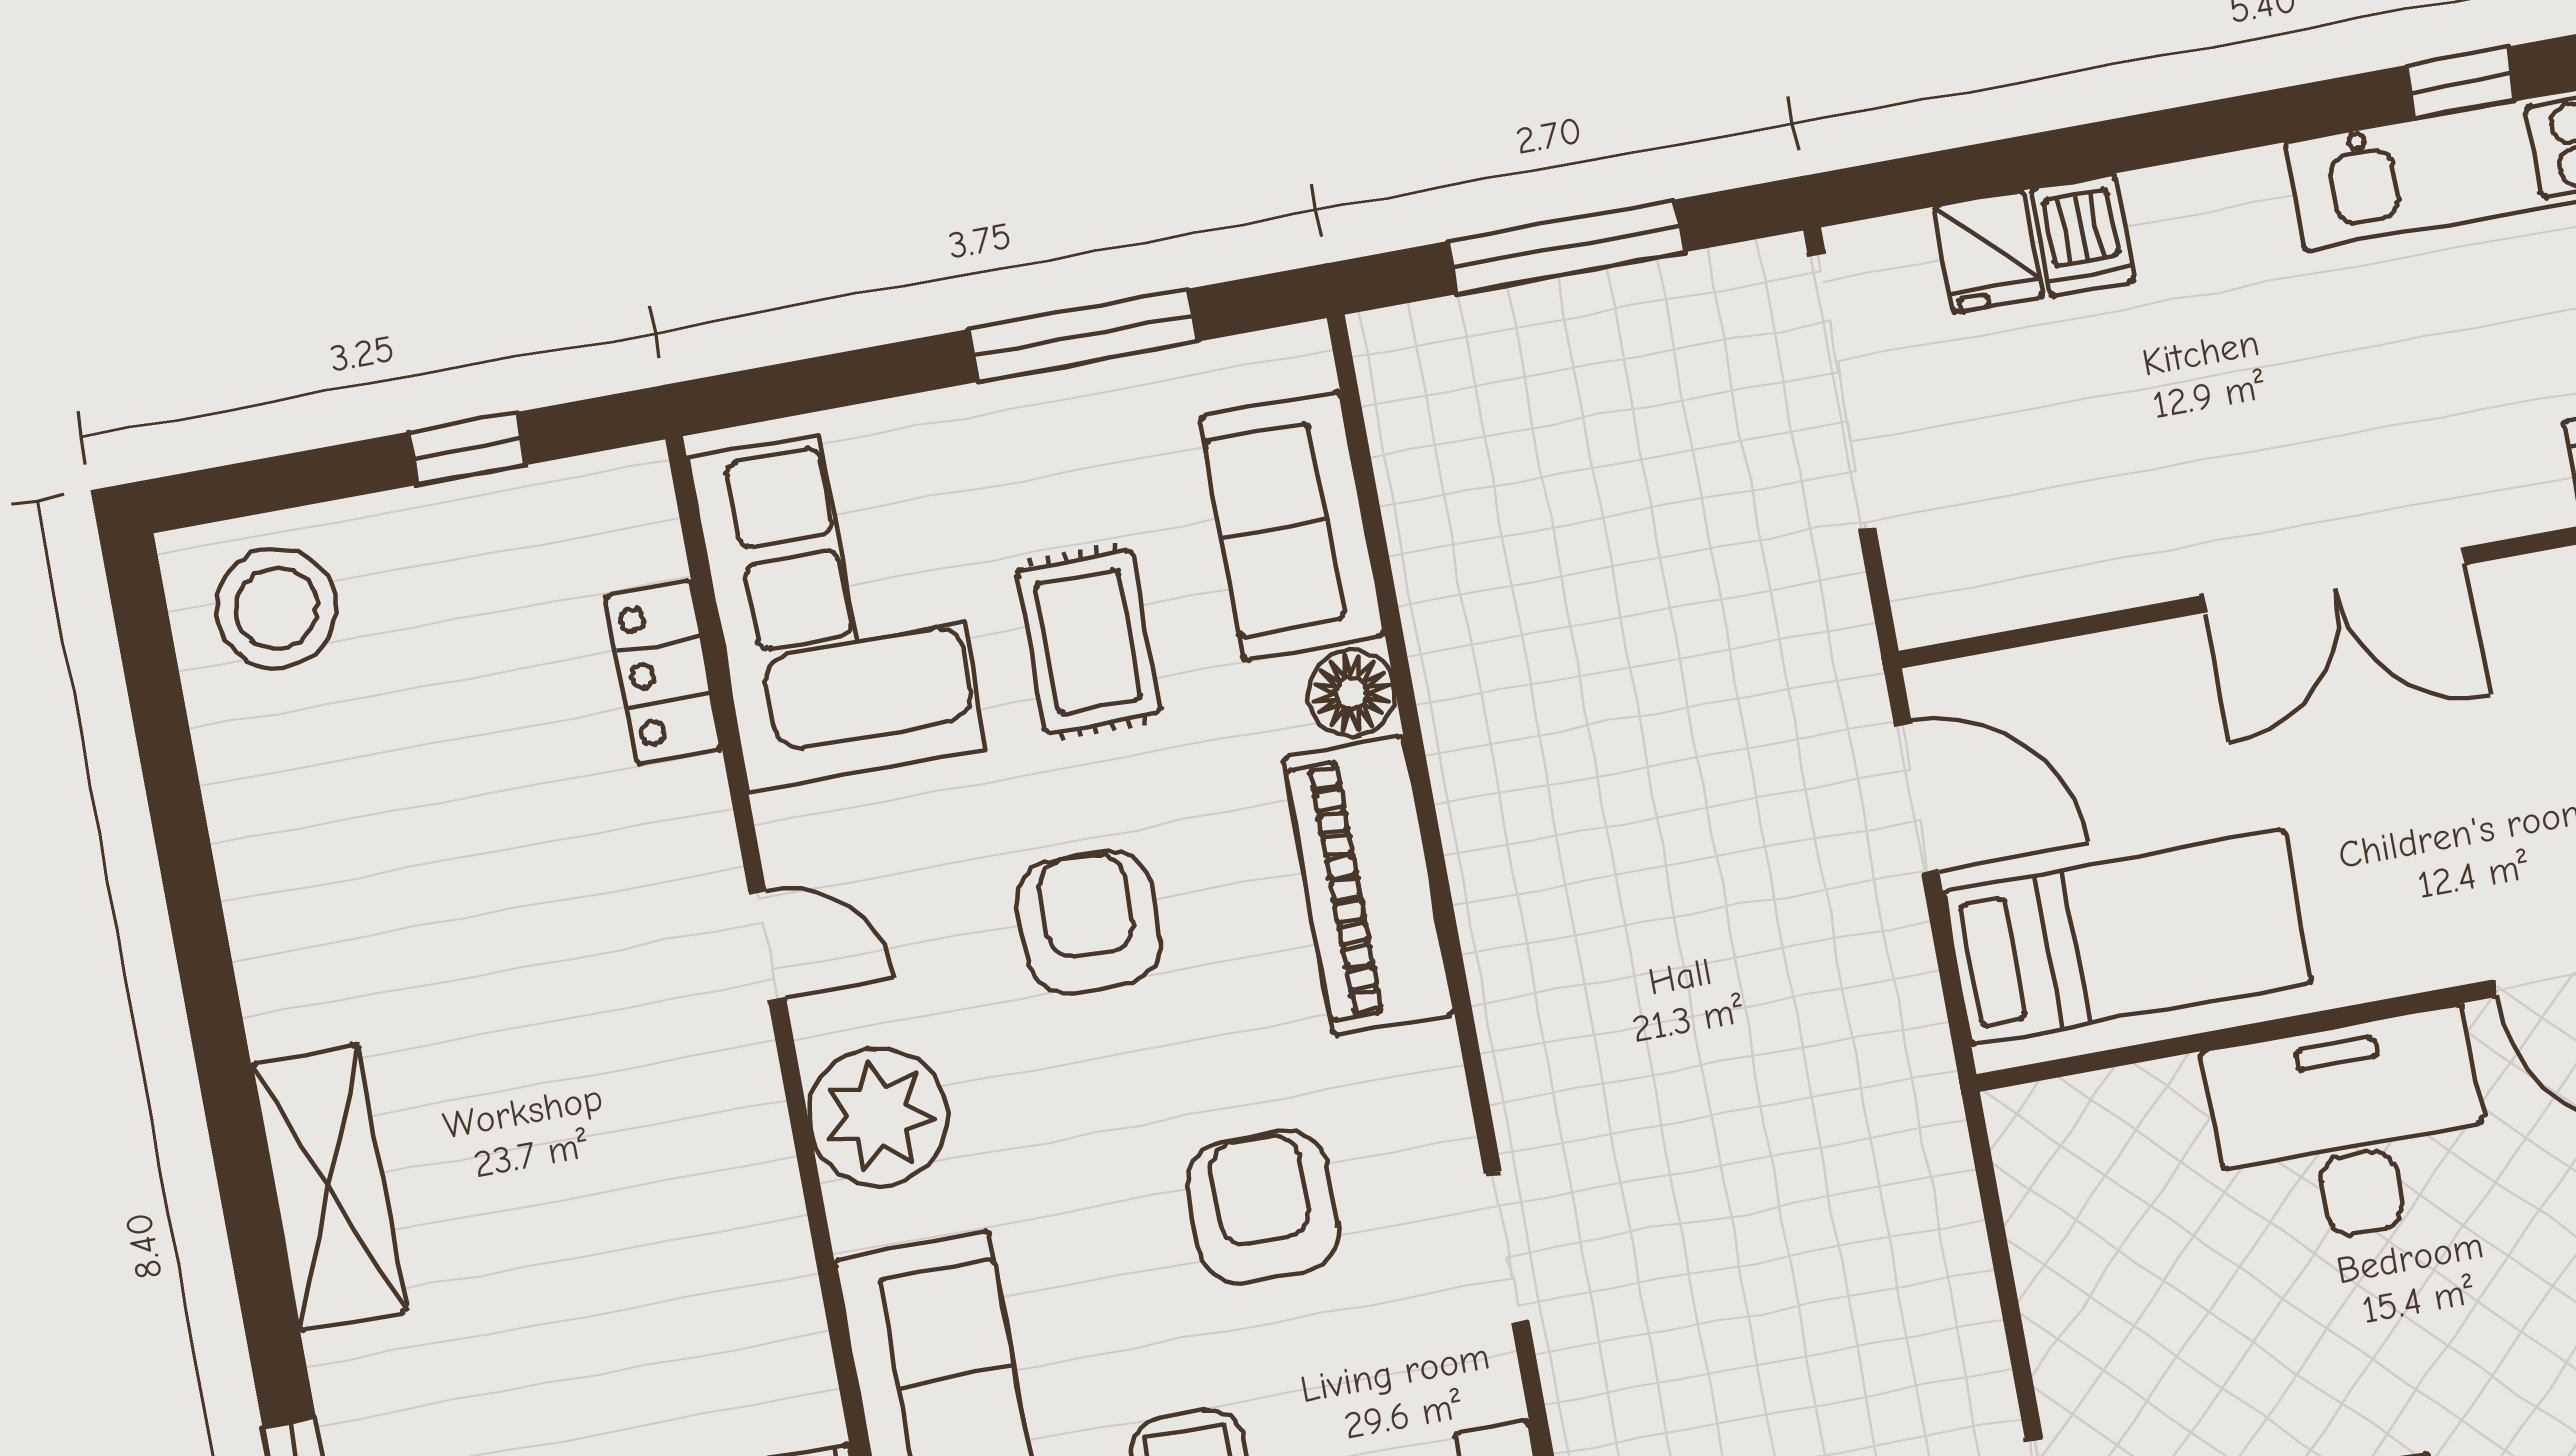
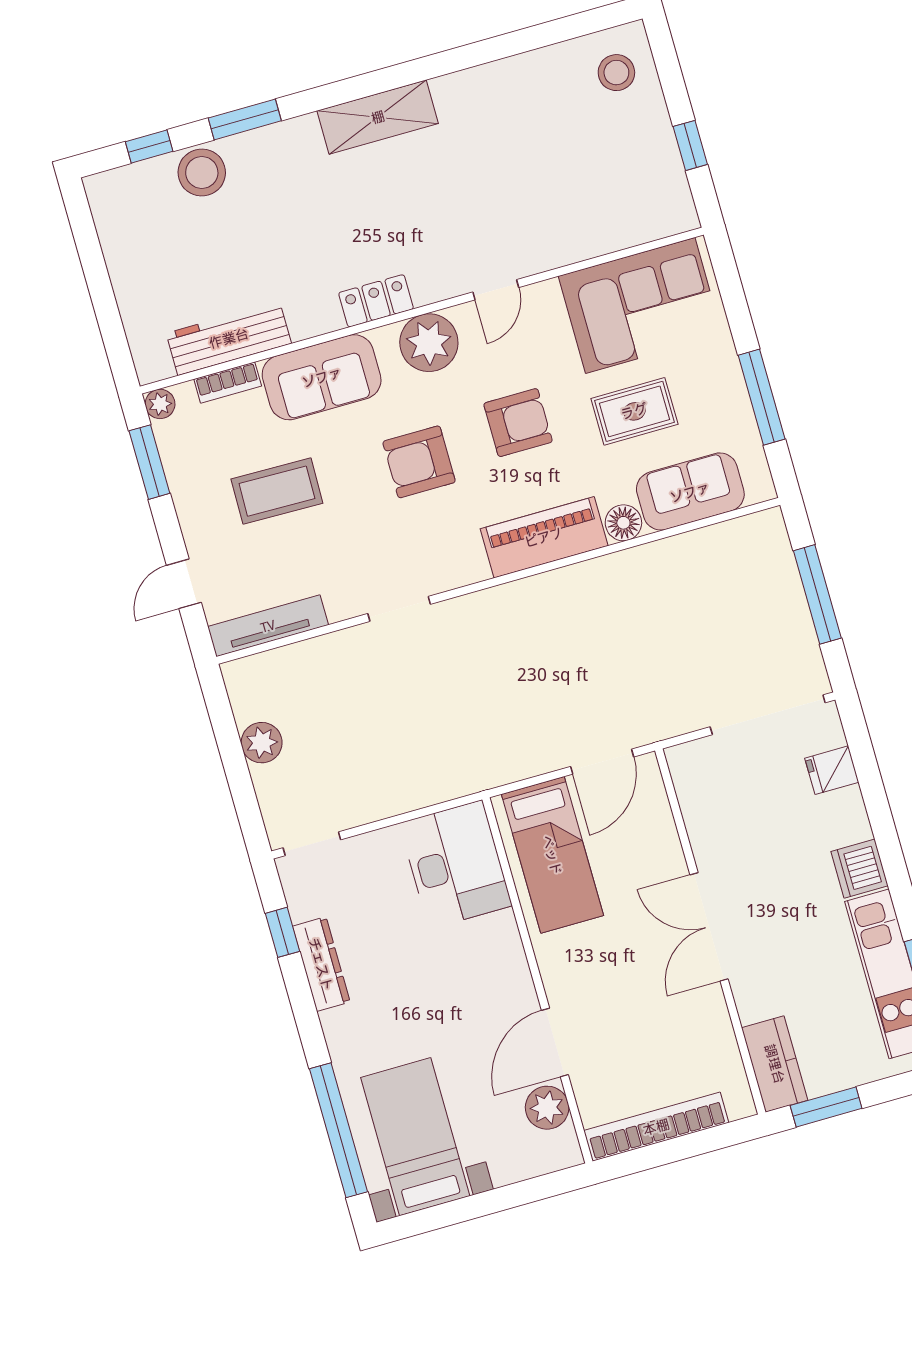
dishwasher: (2082, 235) -> (860, 869), moved, width x1.38
stool: (277, 608) -> (616, 73), width x0.73, depth x0.73
locker: (664, 672) -> (376, 301), moved
desk: (2350, 1130) -> (456, 865), moved
armchair: (1263, 1207) -> (419, 462), moved, turned 180

